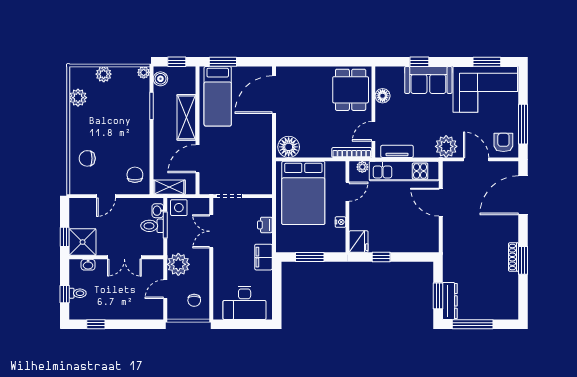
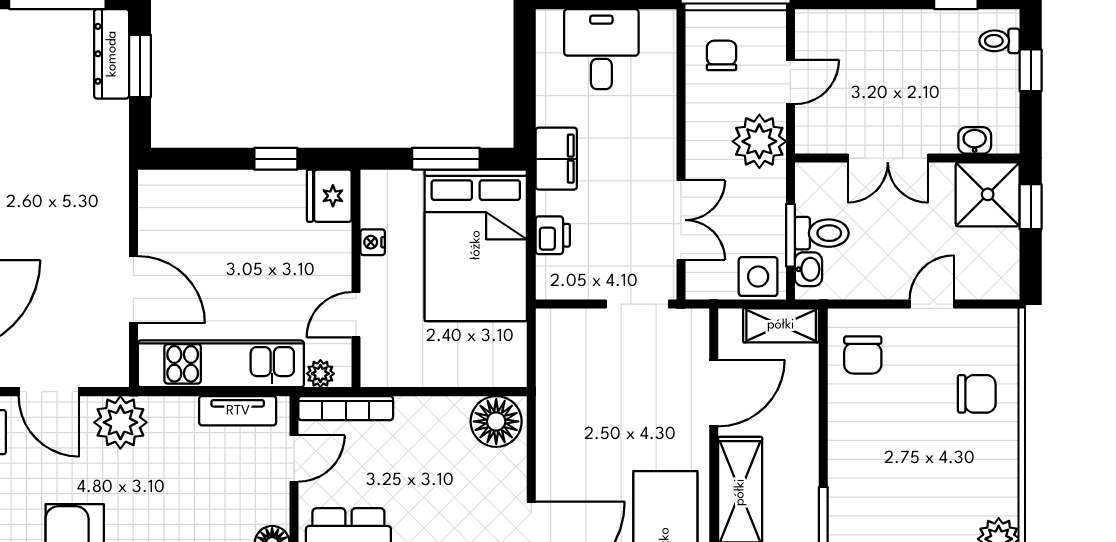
bed: (303, 193) -> (476, 245), moved, turned 180
double door: (124, 257) -> (888, 158), swing flipped
toilet: (78, 293) -> (999, 41), moved
desk: (245, 303) -> (601, 49), width x0.73

